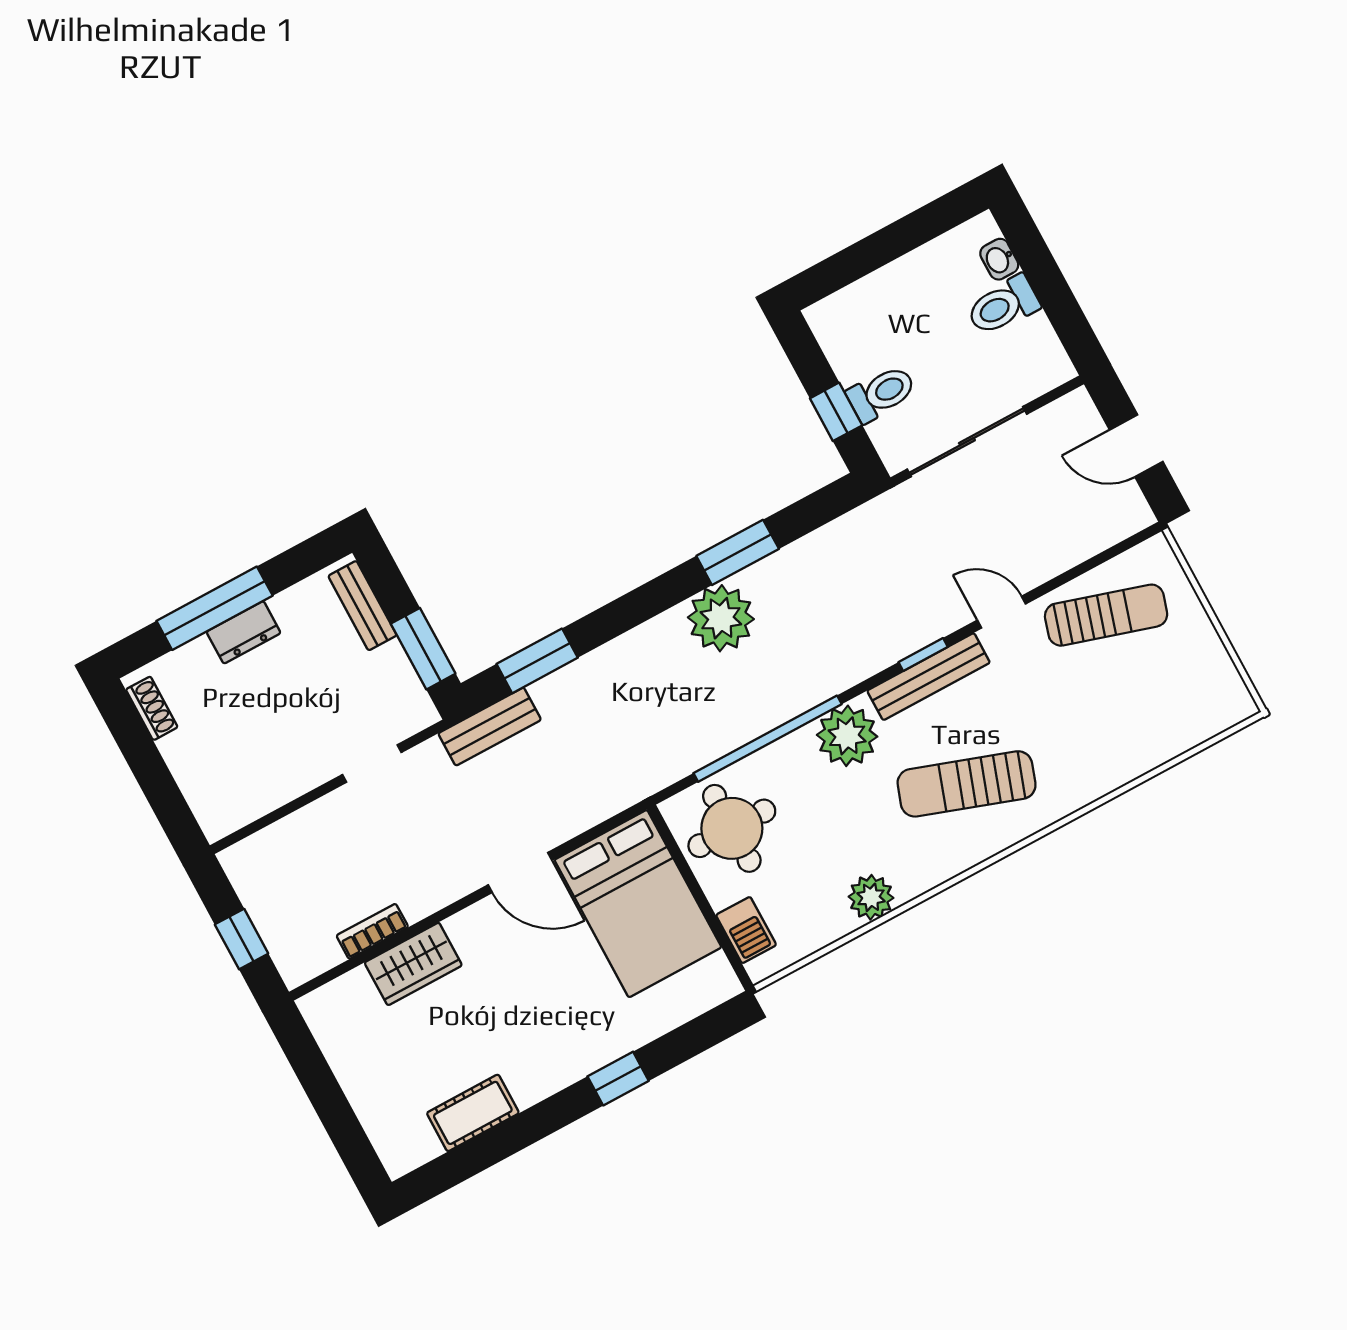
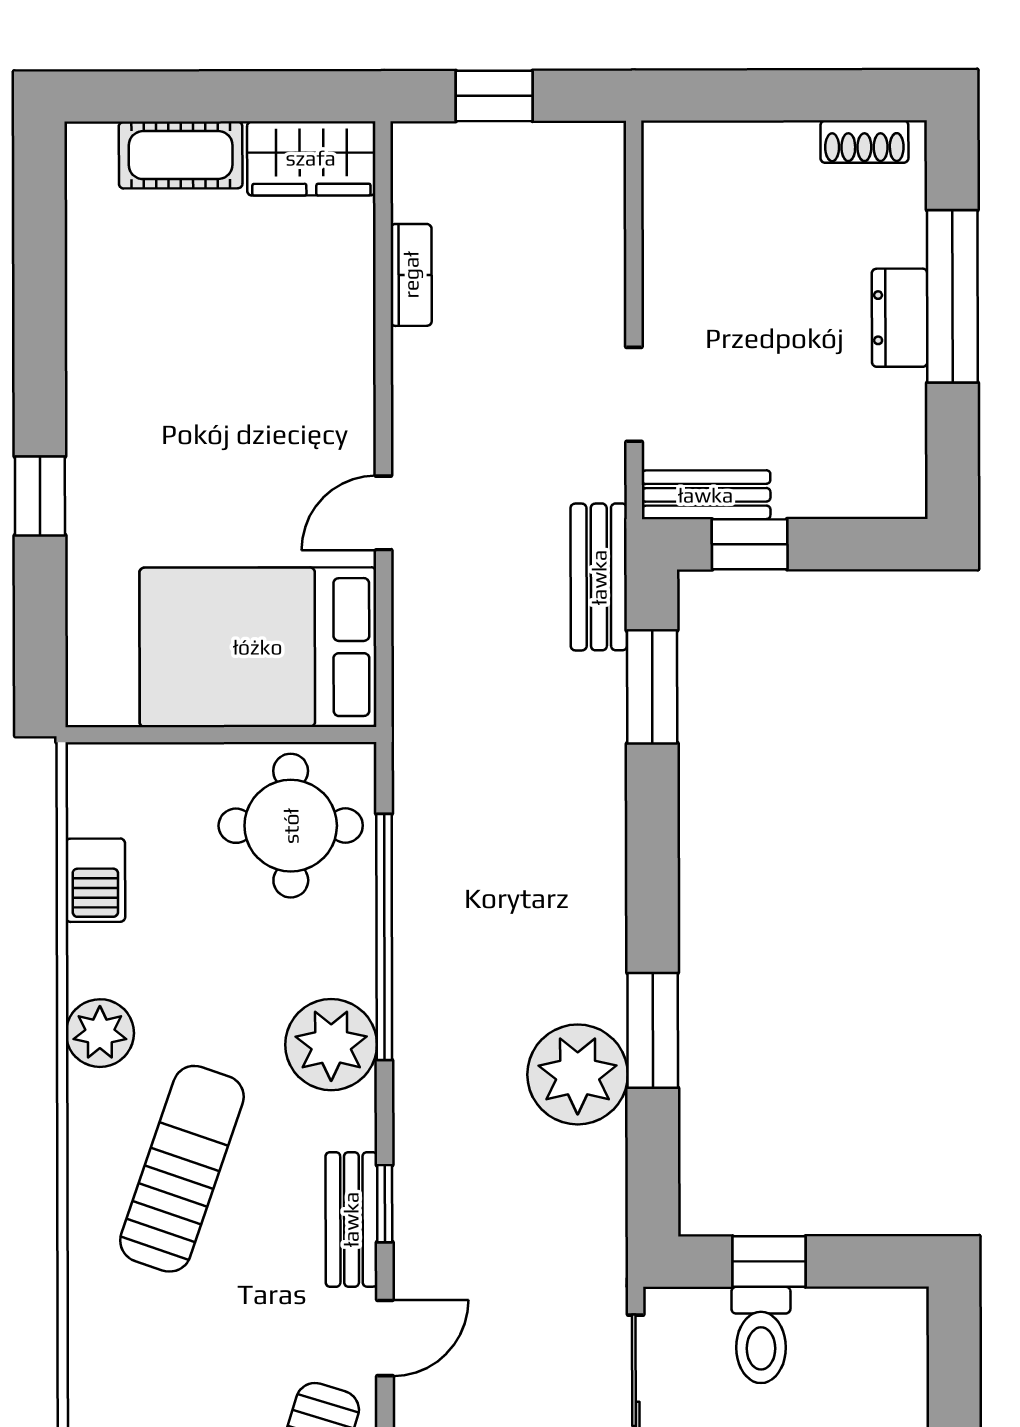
bench: (362, 606) -> (706, 495), moved
plant: (721, 618) -> (578, 1074), moved
window: (423, 649) -> (750, 544), width x0.67
bench: (929, 677) -> (351, 1219), width x0.73
door: (520, 873) -> (383, 513), width x0.73
plant: (871, 897) -> (100, 1033), moved
barbecue: (746, 930) -> (95, 880), moved, turned -90
wardrobe: (413, 964) -> (311, 158), moved, turned -90
cot: (473, 1113) -> (181, 155), moved, turned 90

